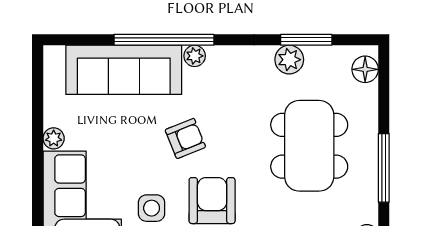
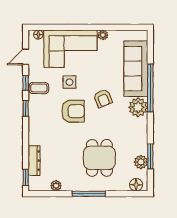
plant: (195, 56) -> (138, 107), width x1.87, depth x1.87
plant: (289, 60) -> (141, 162), moved
dining table: (309, 146) -> (99, 158), width x0.73

